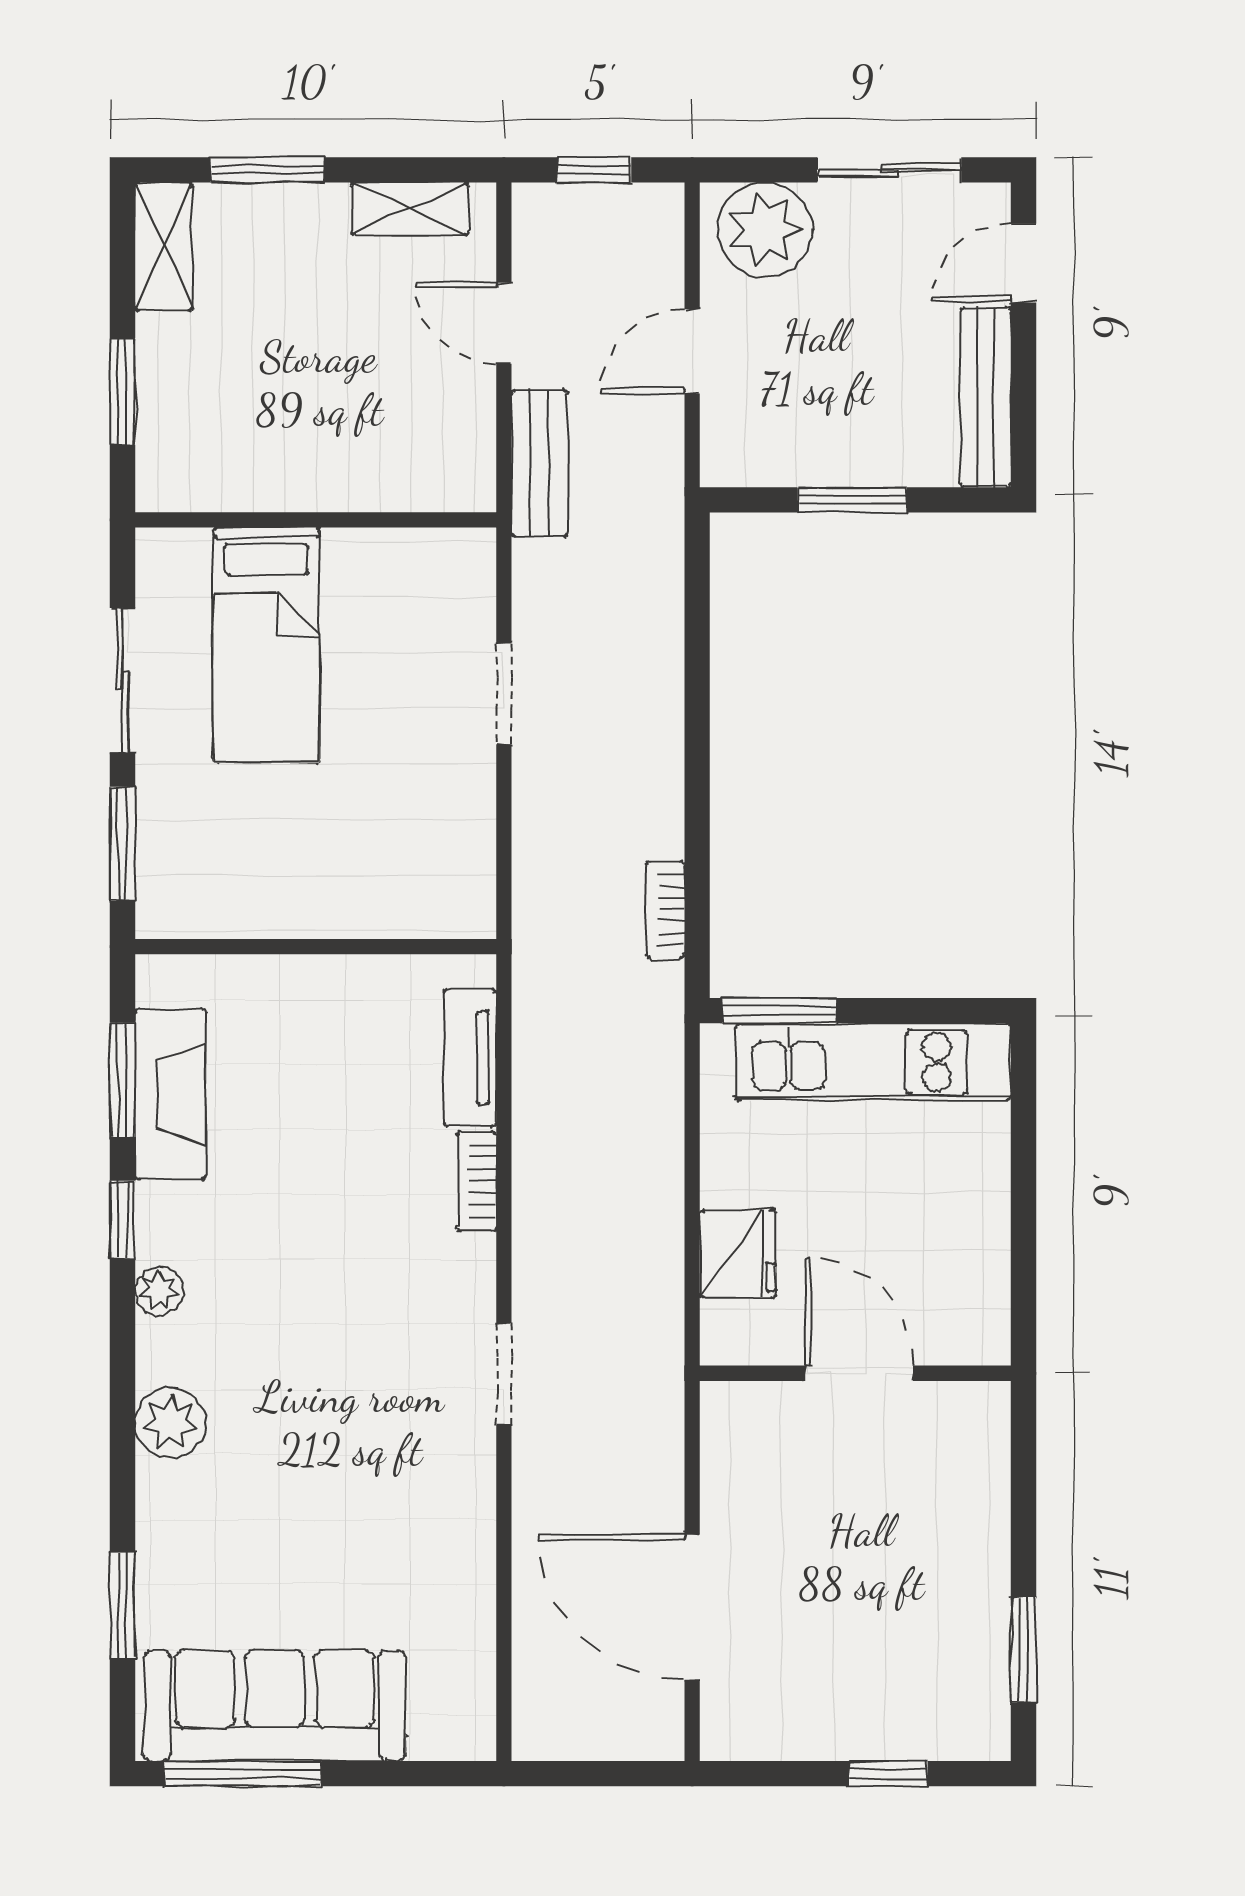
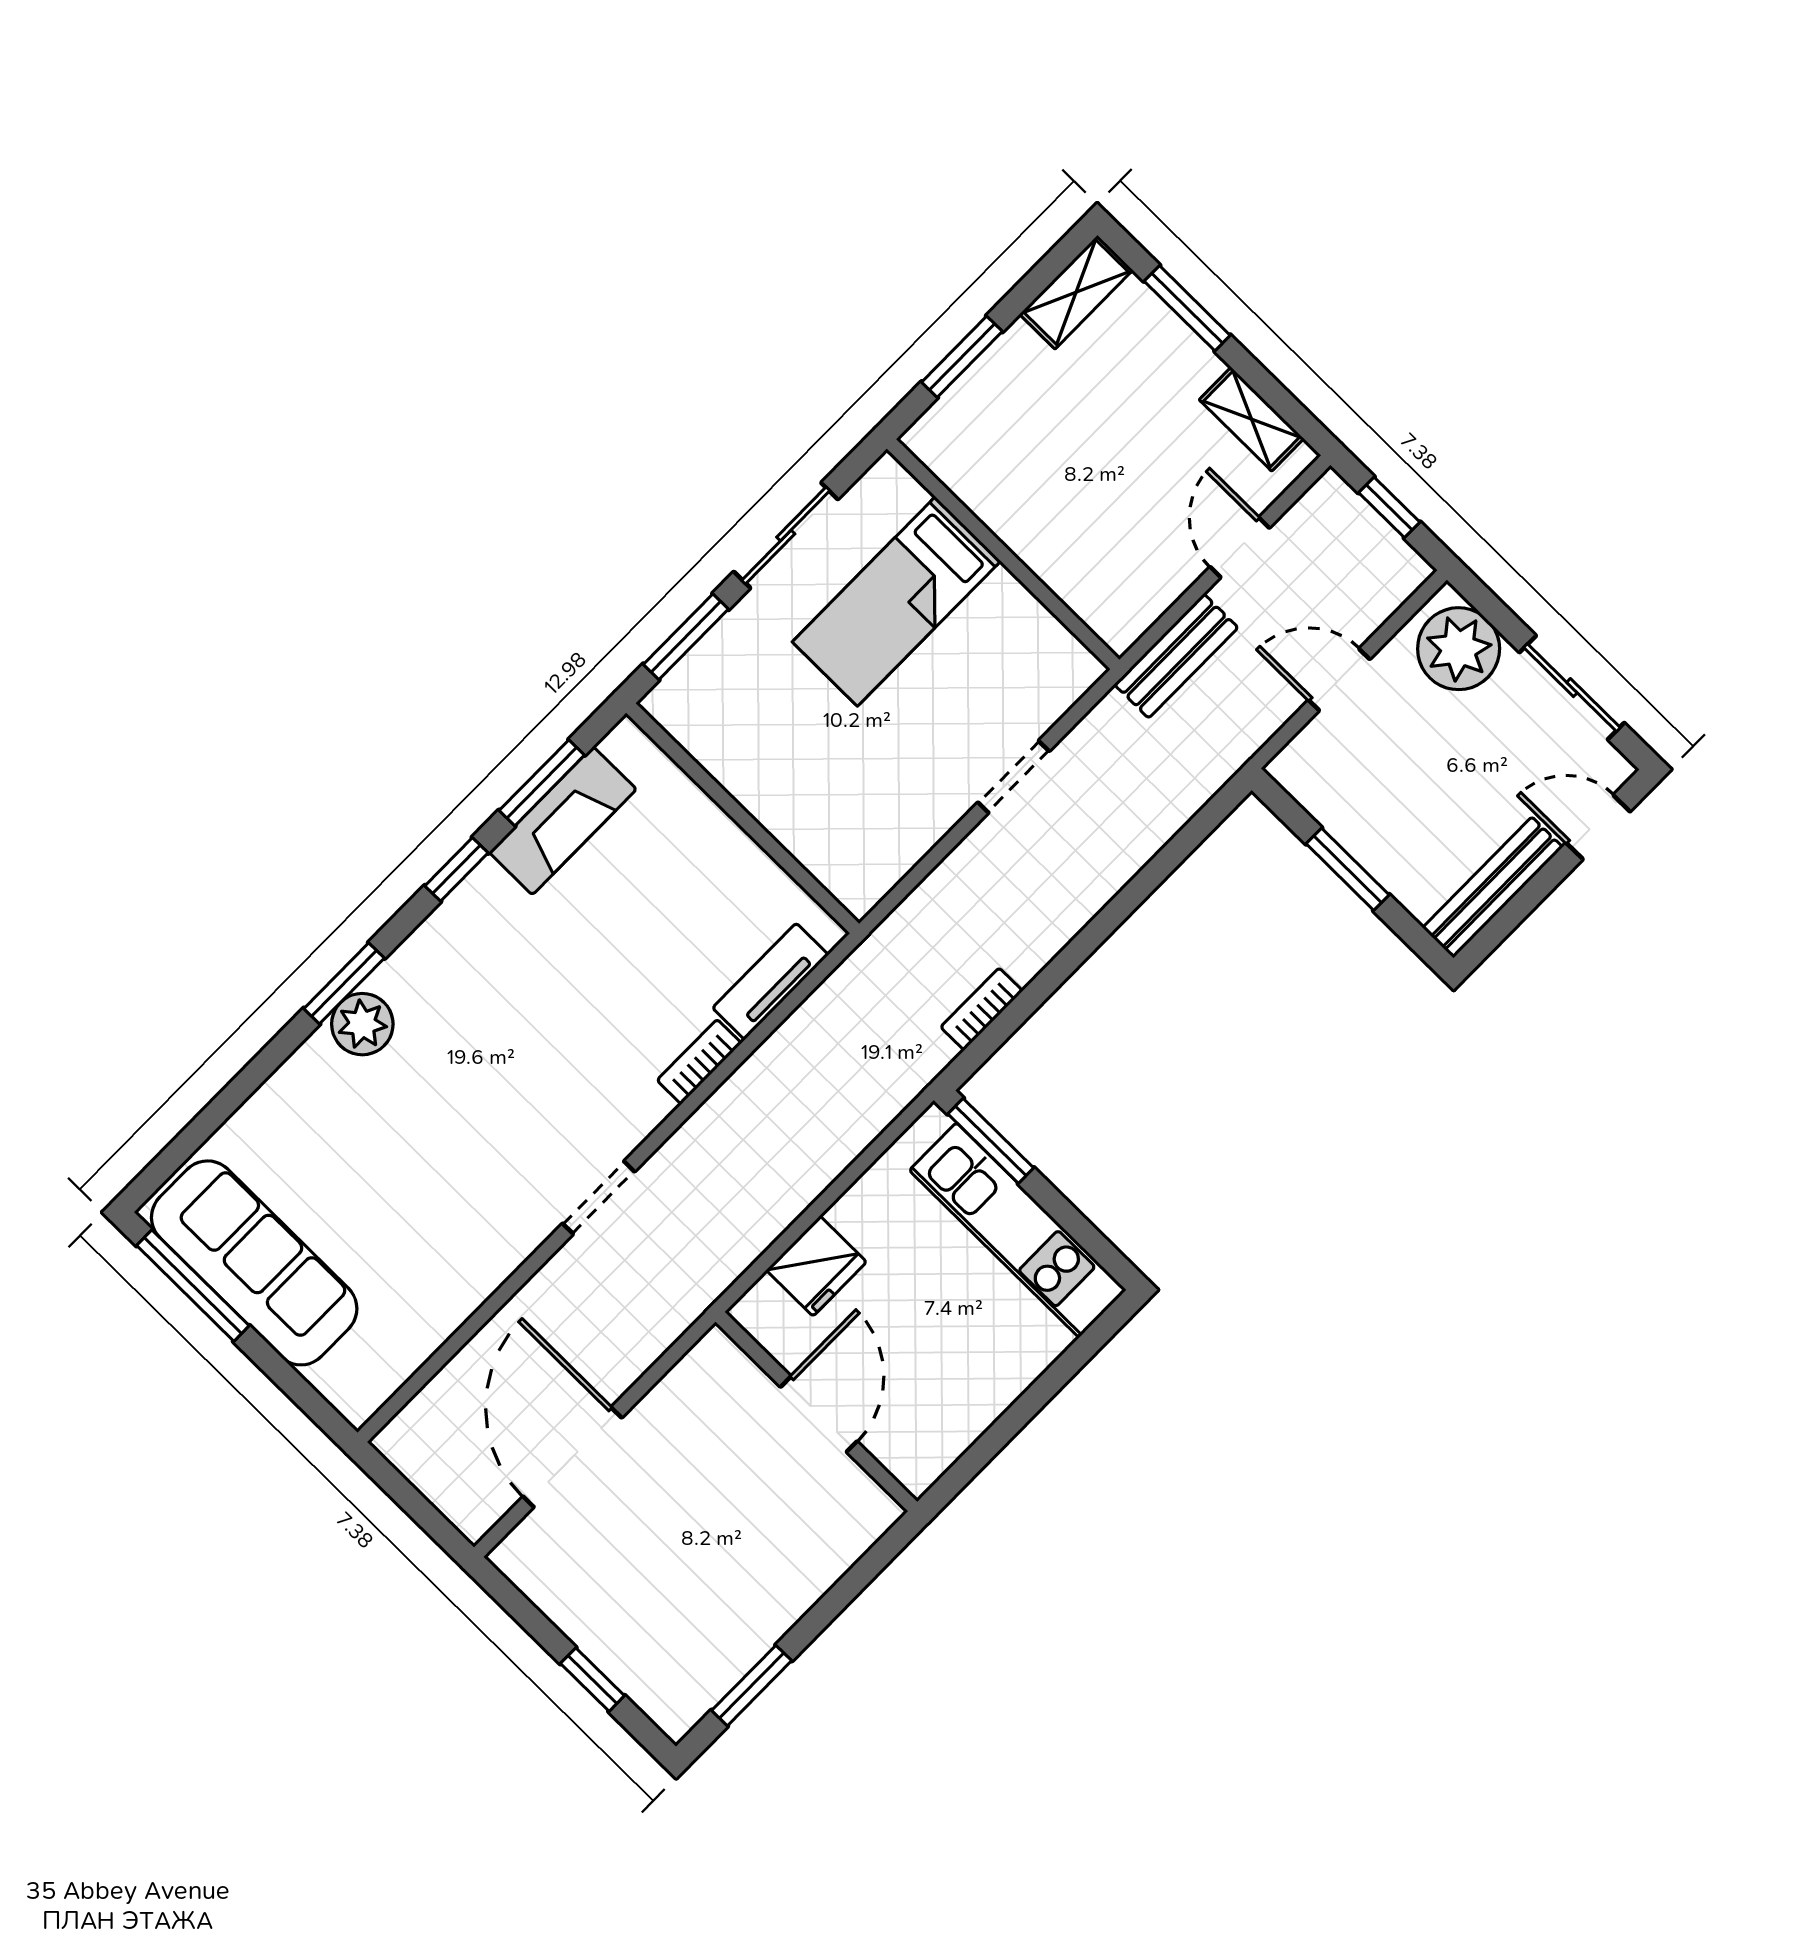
plant: (159, 1291) -> (436, 936), removed
window: (122, 1605) -> (344, 983), moved

